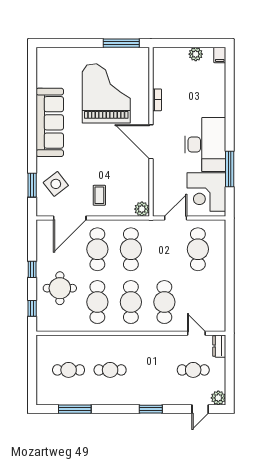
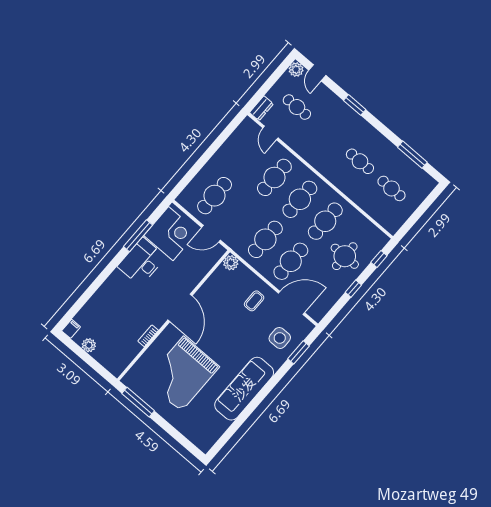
desk: (205, 144) -> (142, 262), width x0.73, depth x0.77
side table: (56, 184) -> (280, 338), turned 37
door: (200, 409) -> (317, 73), swing flipped

